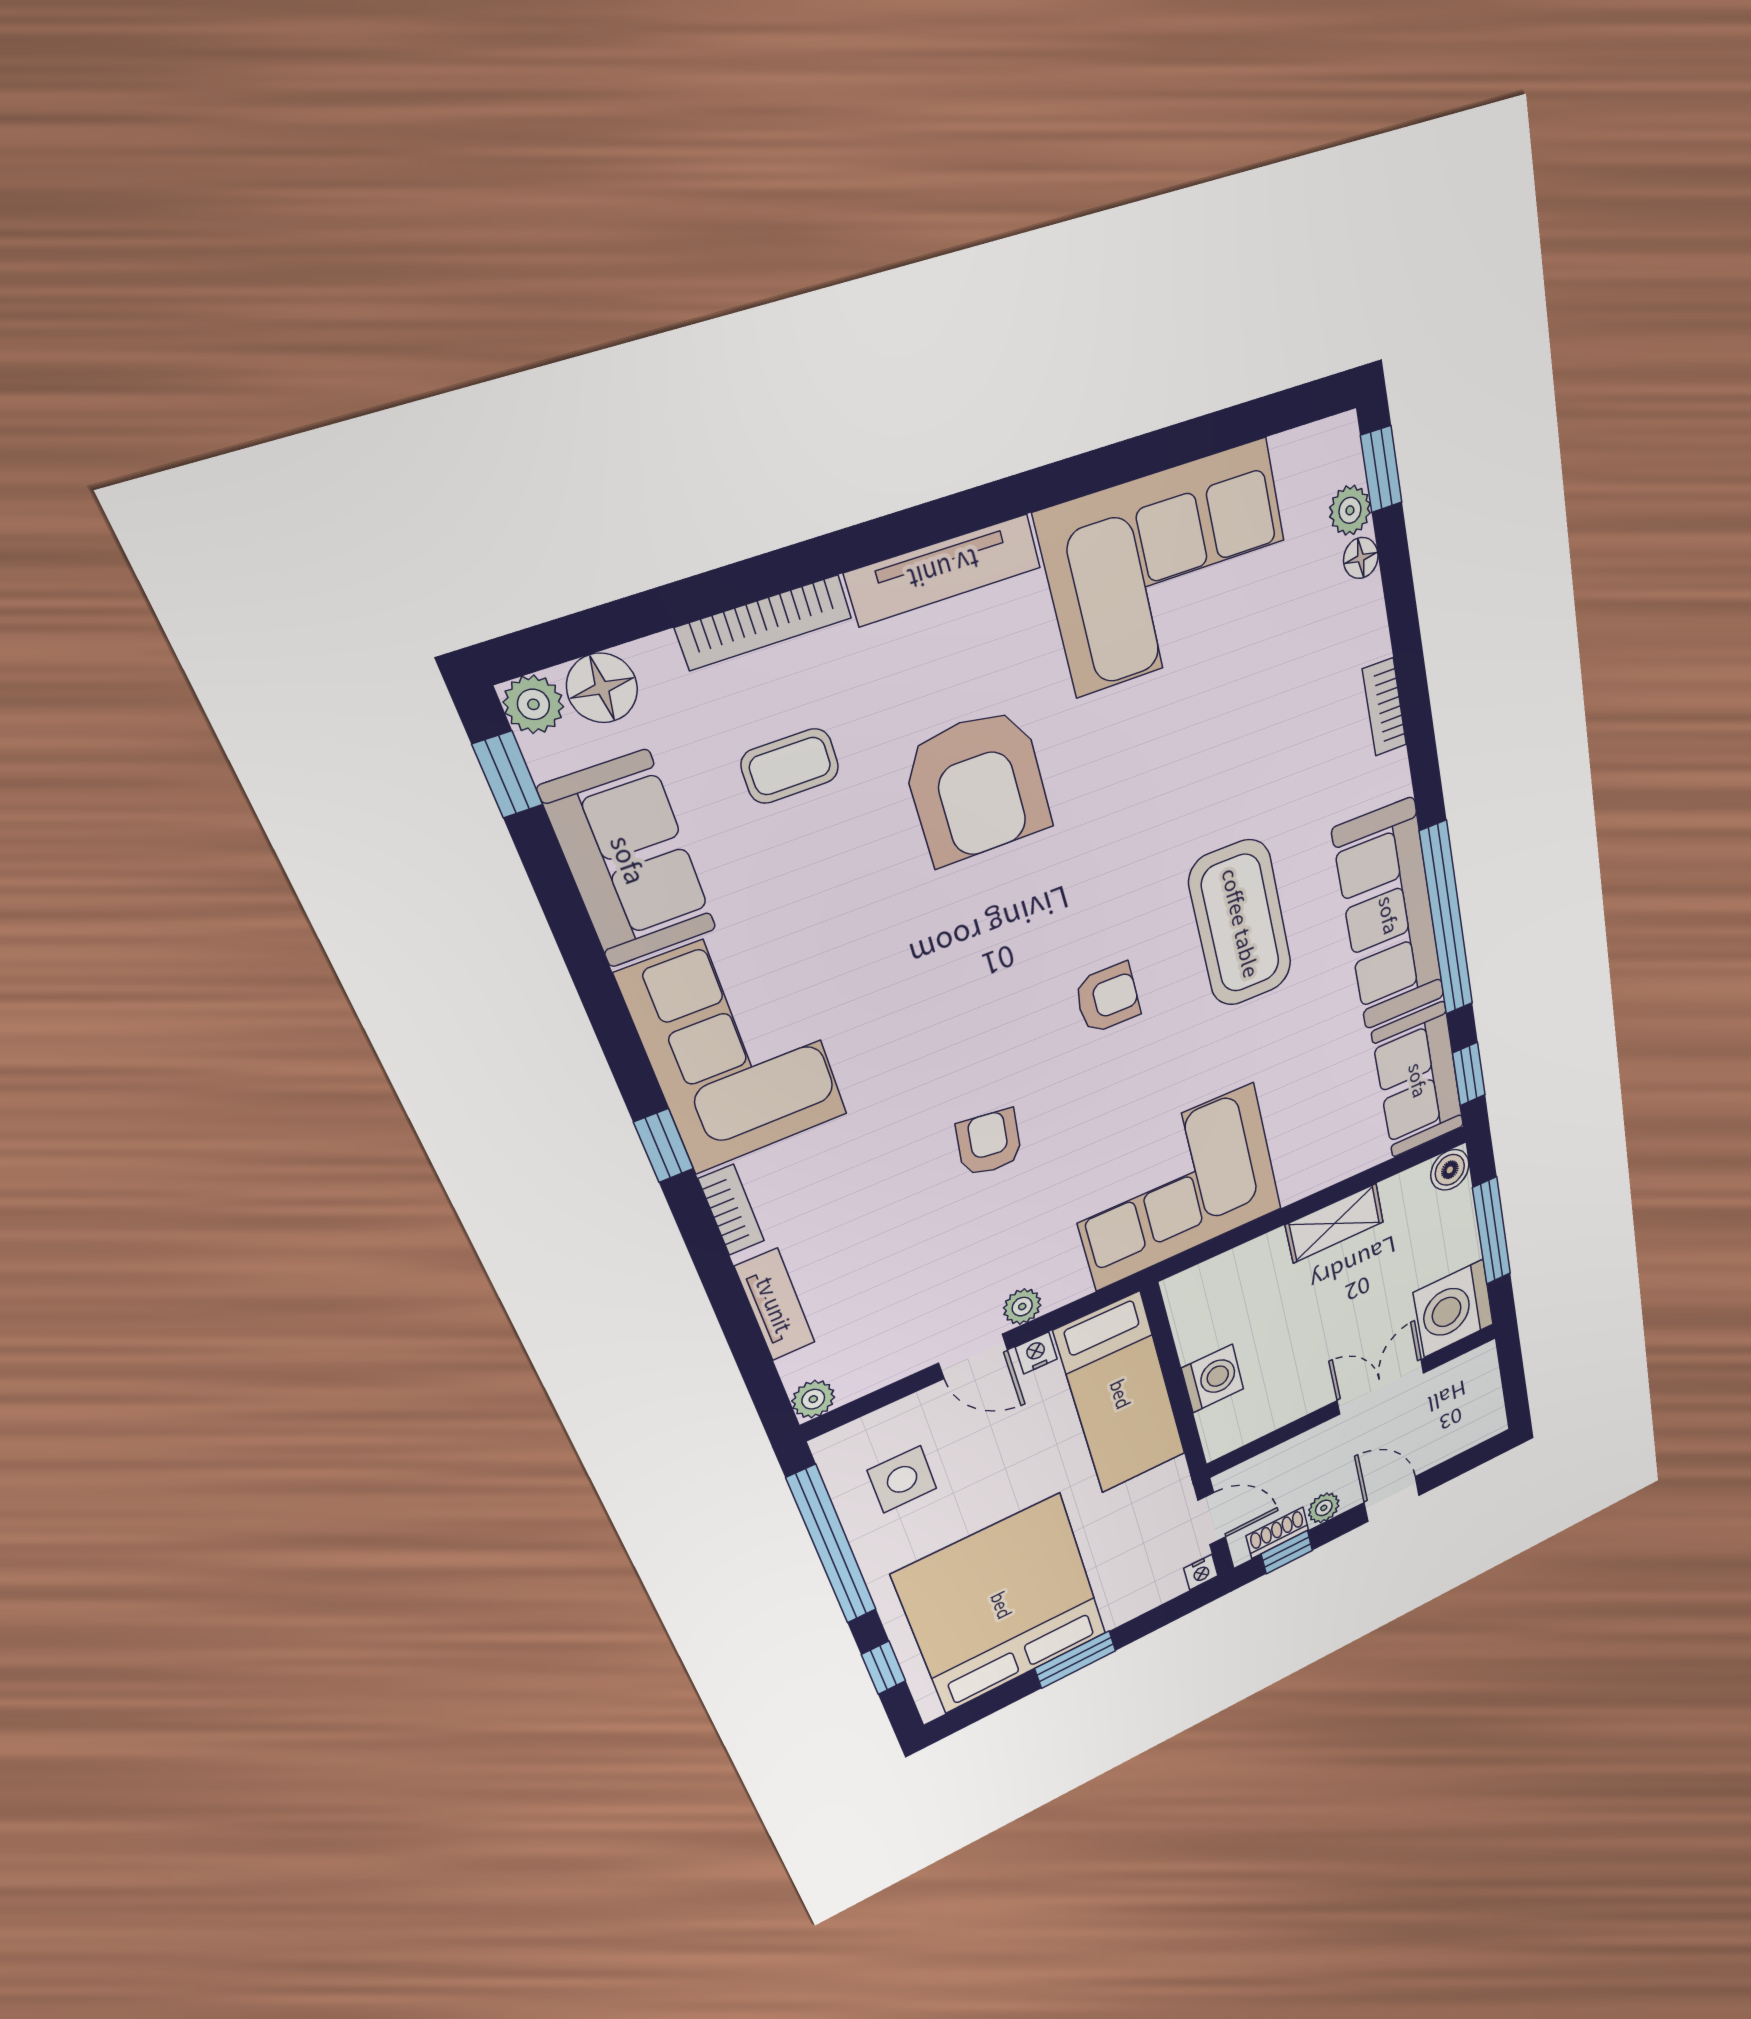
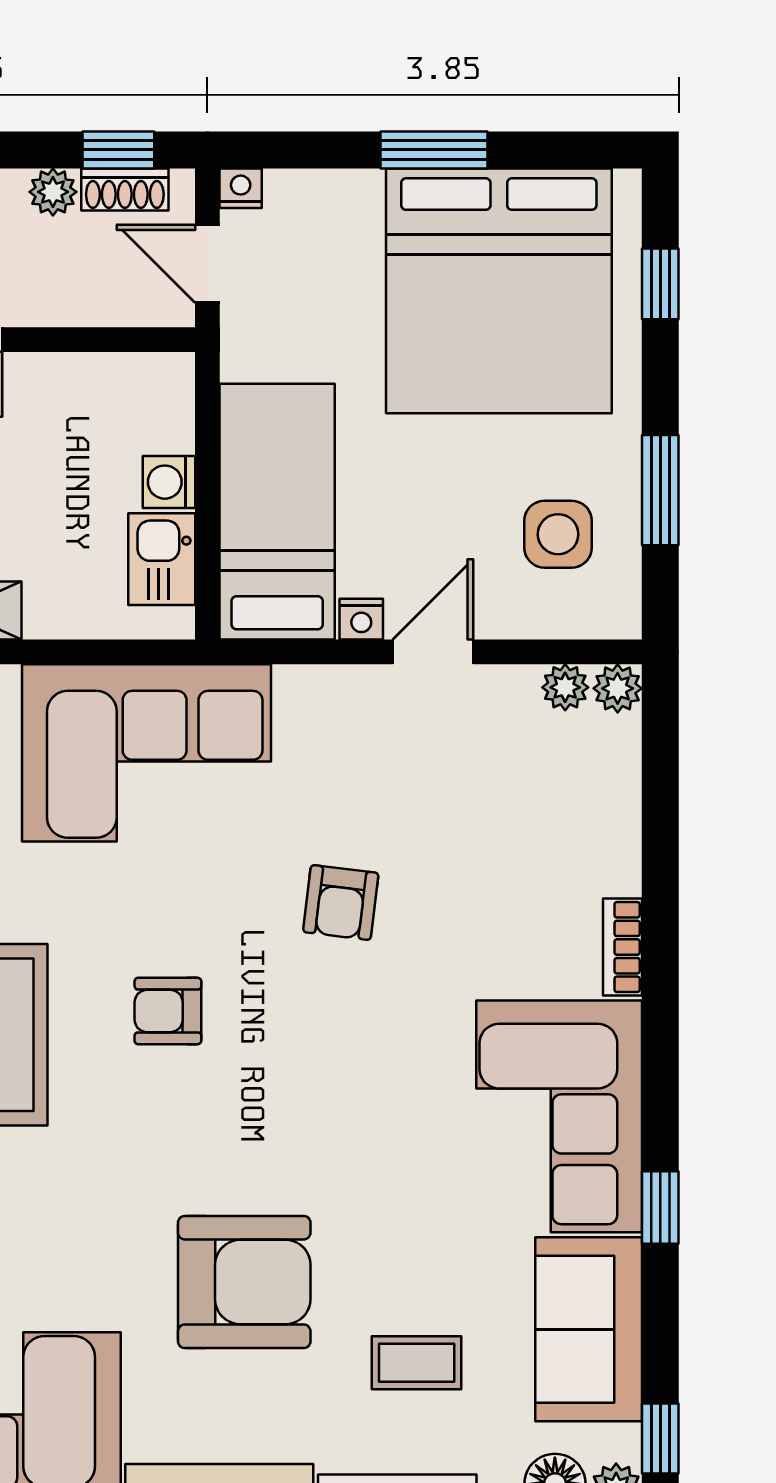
armchair: (978, 786) -> (244, 1282), turned 90
window: (664, 1146) -> (660, 1208), moved
tv unit: (775, 1305) -> (617, 821), removed
plant: (1022, 1307) -> (565, 687), moved
kitchen sink: (1197, 1324) -> (162, 559), added
door: (973, 1356) -> (433, 652), hinge flipped
washing machine: (1213, 1379) -> (169, 482), width x0.73, depth x0.73
window: (832, 1545) -> (660, 490), width x0.47

